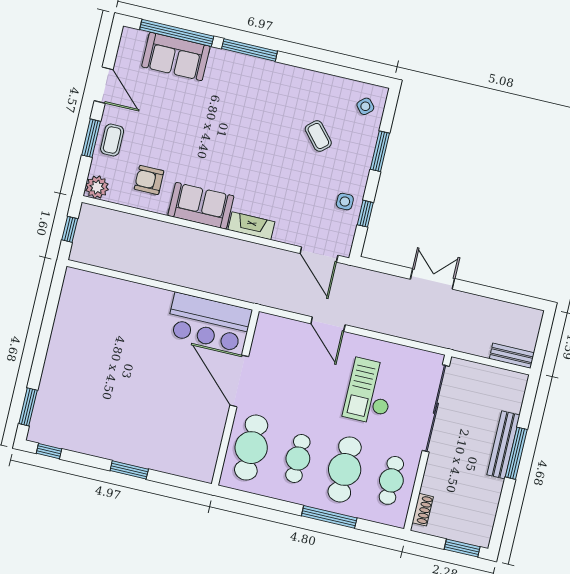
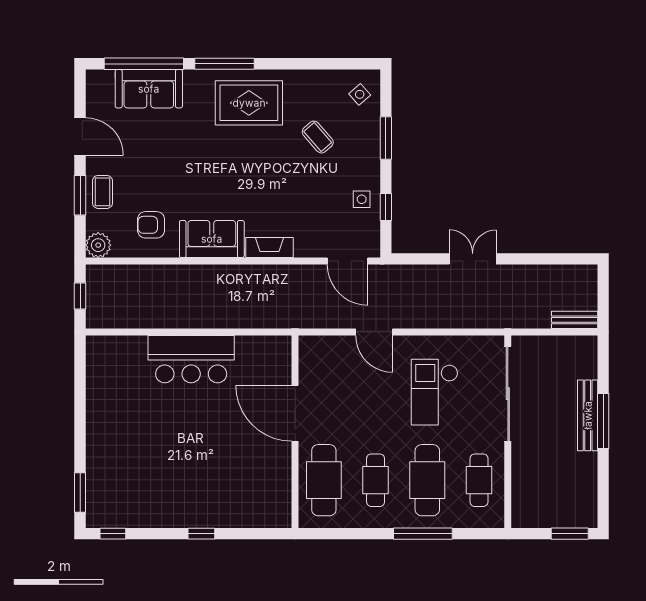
rug: (263, 91) -> (249, 103), added
bar counter: (209, 322) -> (191, 359), moved
window: (129, 470) -> (201, 534), width x0.67
shoe rack: (423, 510) -> (519, 503), removed

